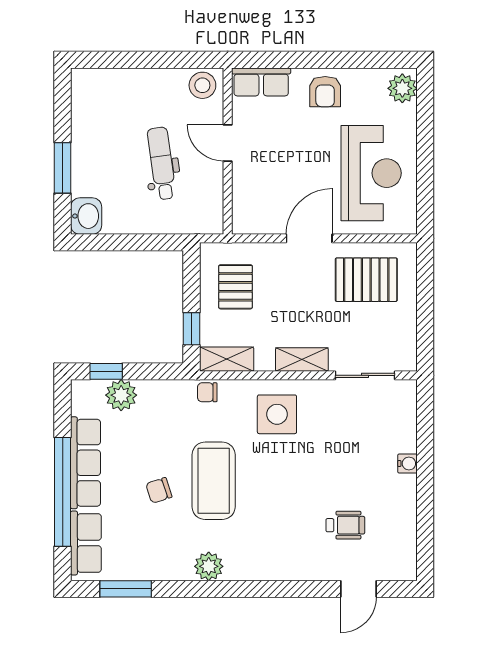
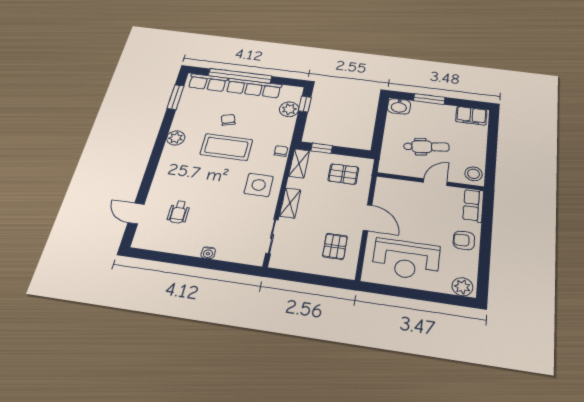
filing cabinet: (87, 96) -> (471, 116), added
pallet: (366, 280) -> (335, 246), width x0.67, depth x0.71

